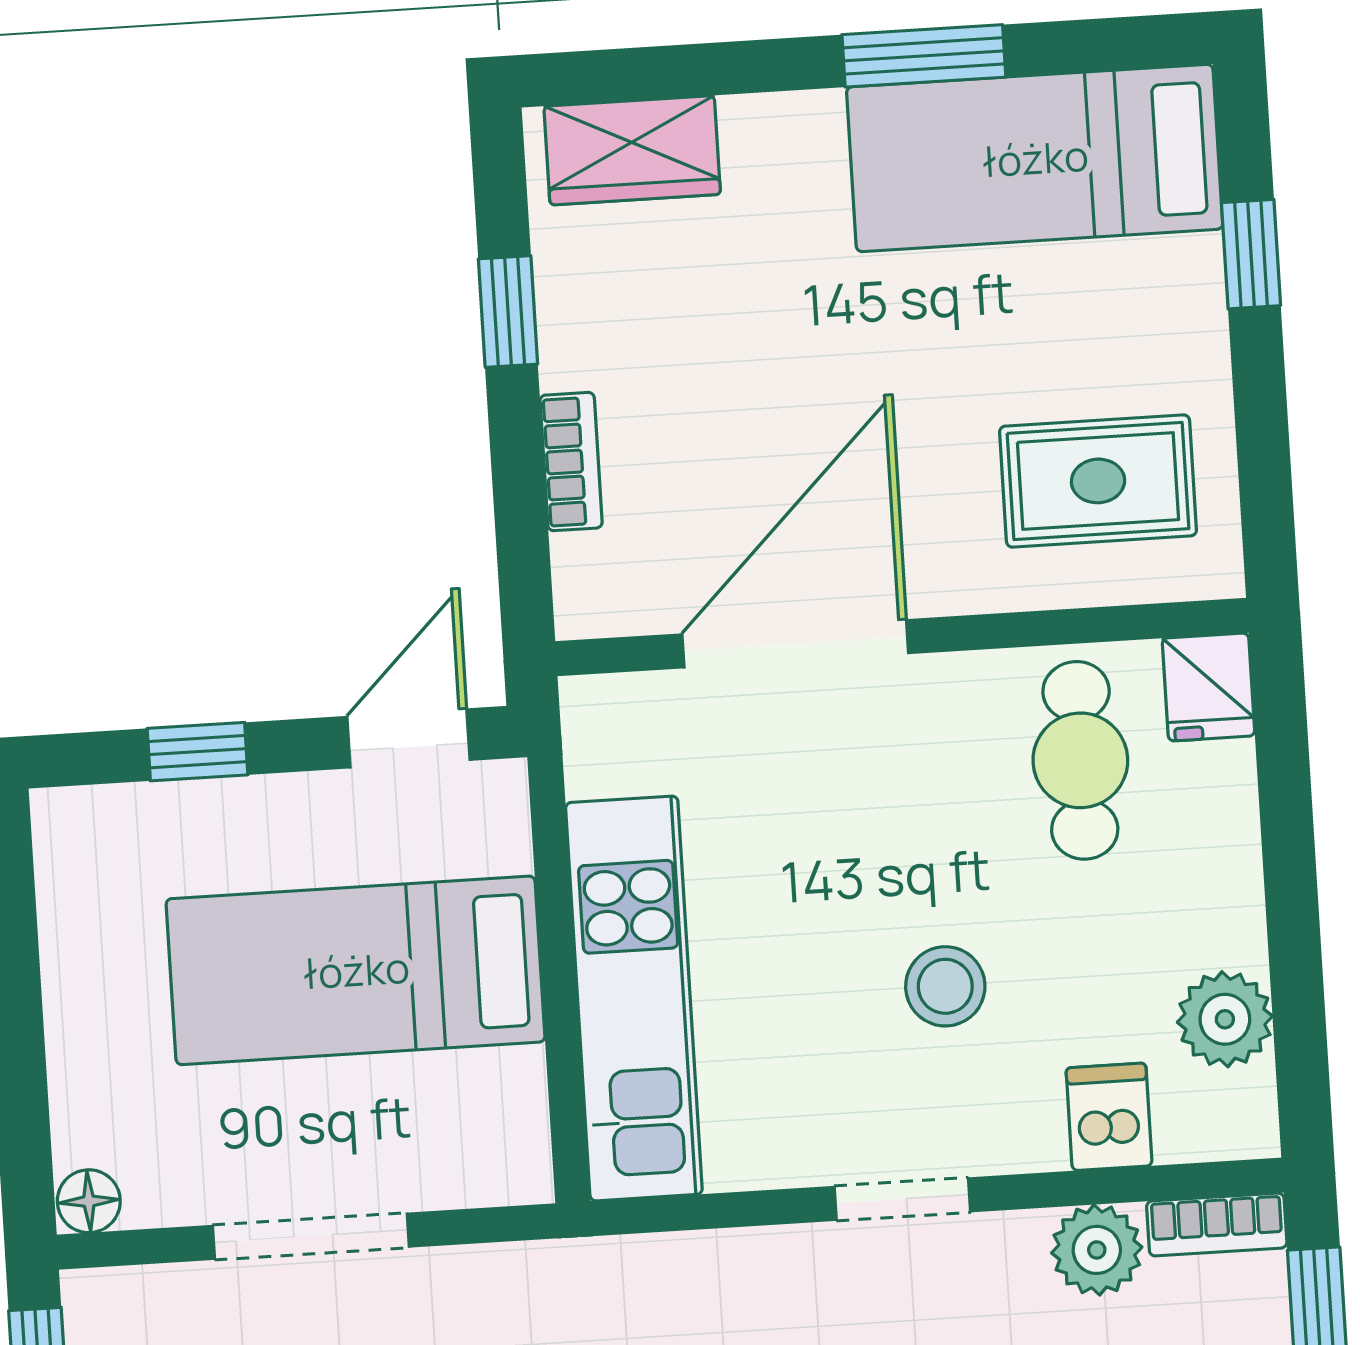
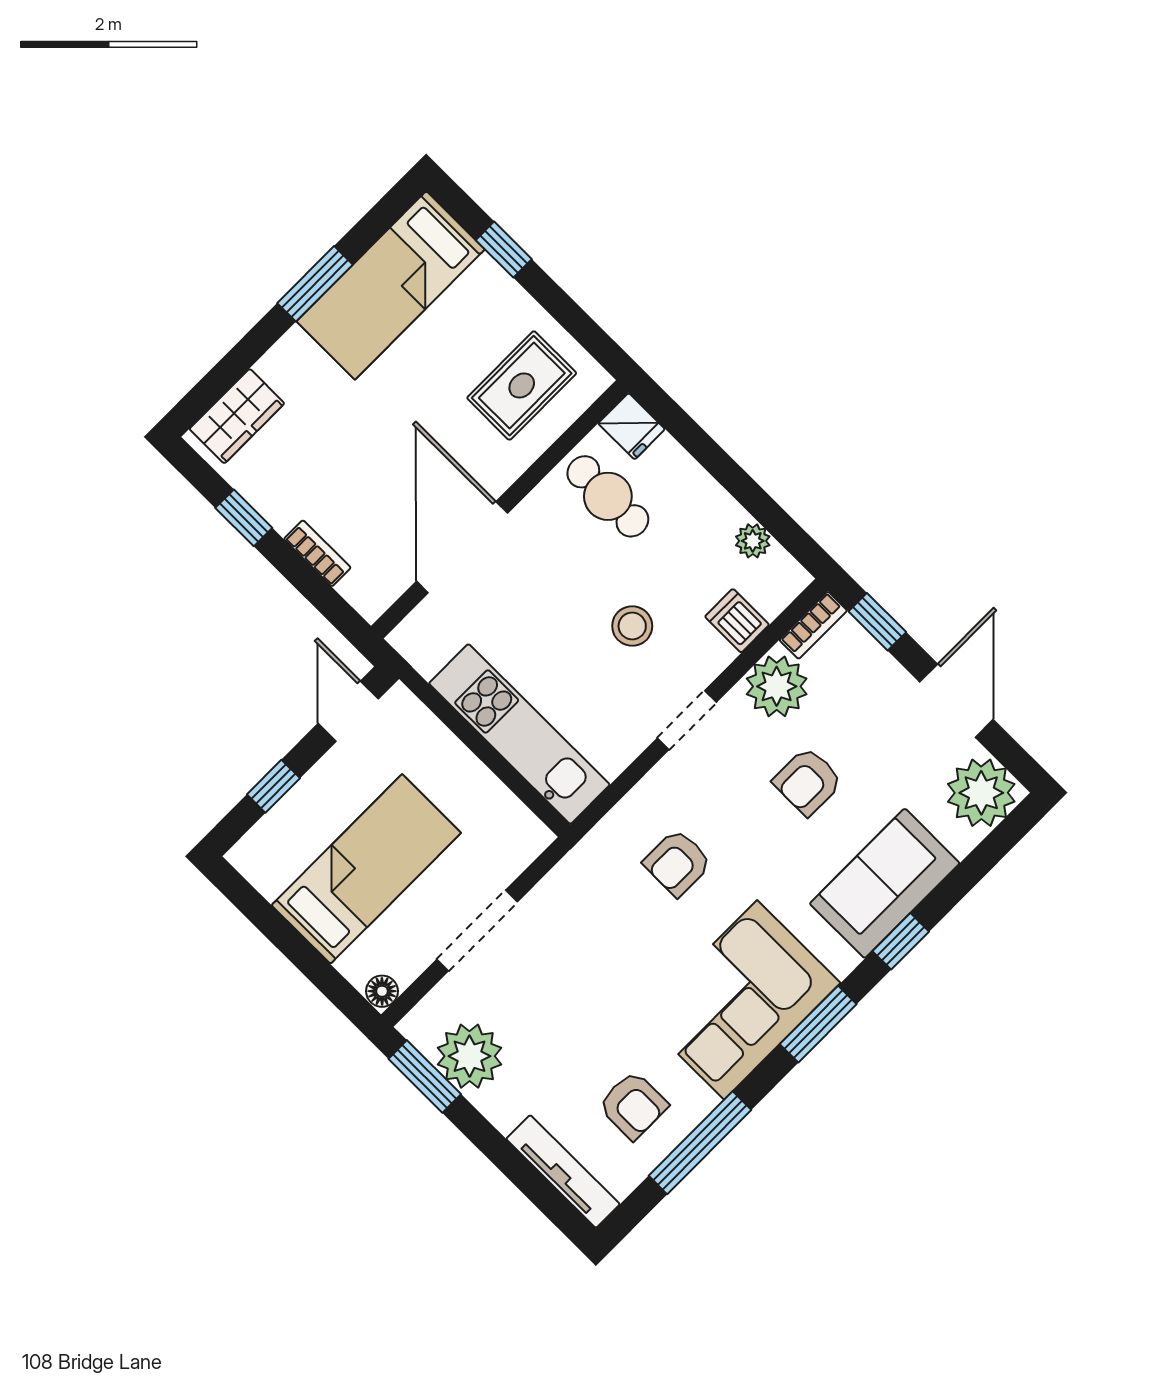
bed: (356, 970) -> (366, 869), moved, turned 180
plant: (1225, 1019) -> (753, 541), width x0.73, depth x0.73
plant: (1097, 1250) -> (777, 686), width x1.36, depth x1.36

